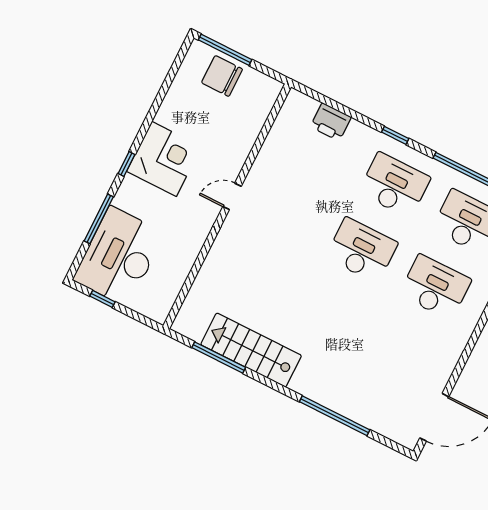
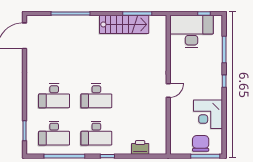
chair: (222, 76) -> (201, 143), turned -90
corner desk: (164, 159) -> (208, 114), moved
desk: (119, 256) -> (192, 31), moved, turned -90

